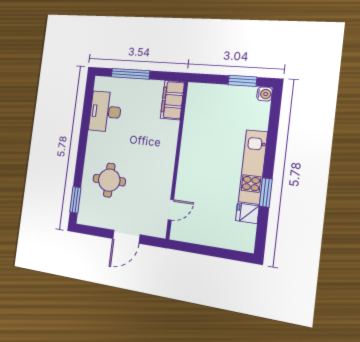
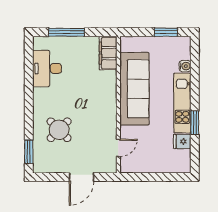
water cooler: (265, 94) -> (185, 66), moved
sofa: (197, 144) -> (134, 89), added
round table: (109, 180) -> (59, 130), turned 45

